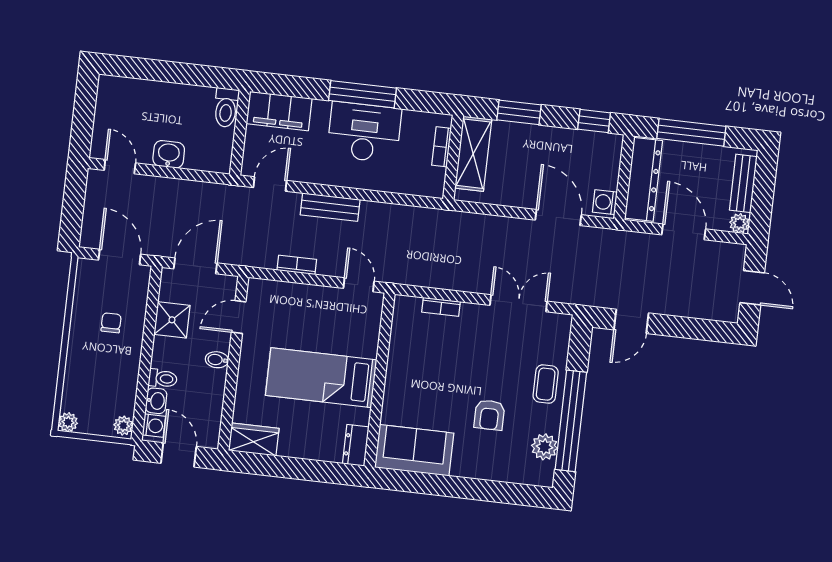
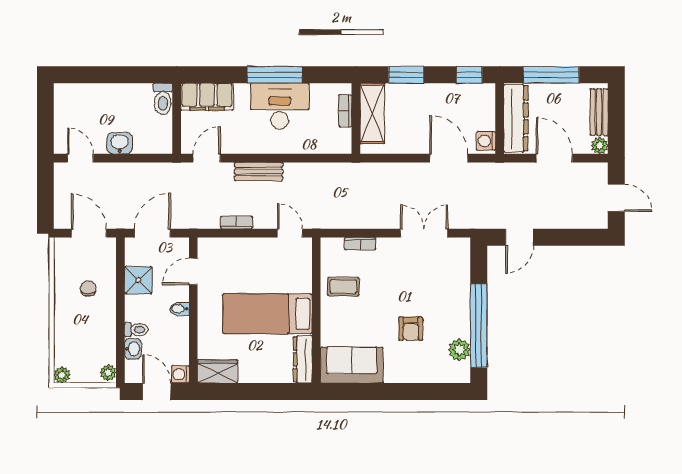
coffee table: (546, 384) -> (343, 287), moved, turned 90
washing machine: (154, 426) -> (180, 374), moved, turned 180
dresser: (356, 445) -> (303, 359), width x1.44

